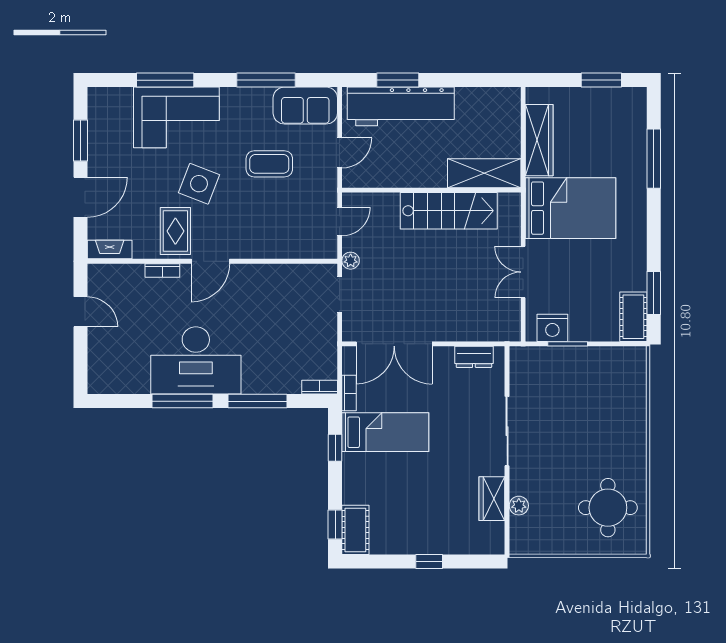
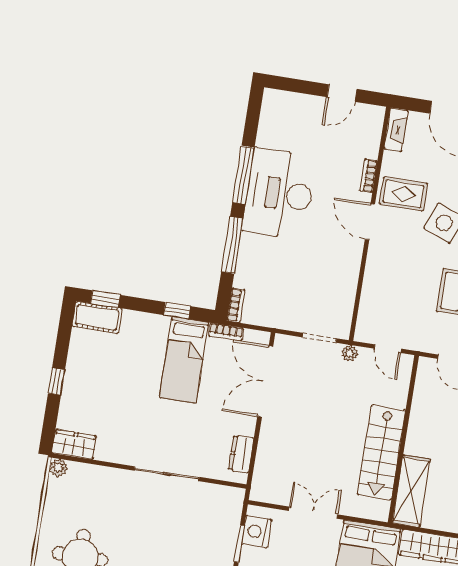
wardrobe: (492, 499) -> (74, 444), moved
plant: (519, 506) -> (58, 468), moved

